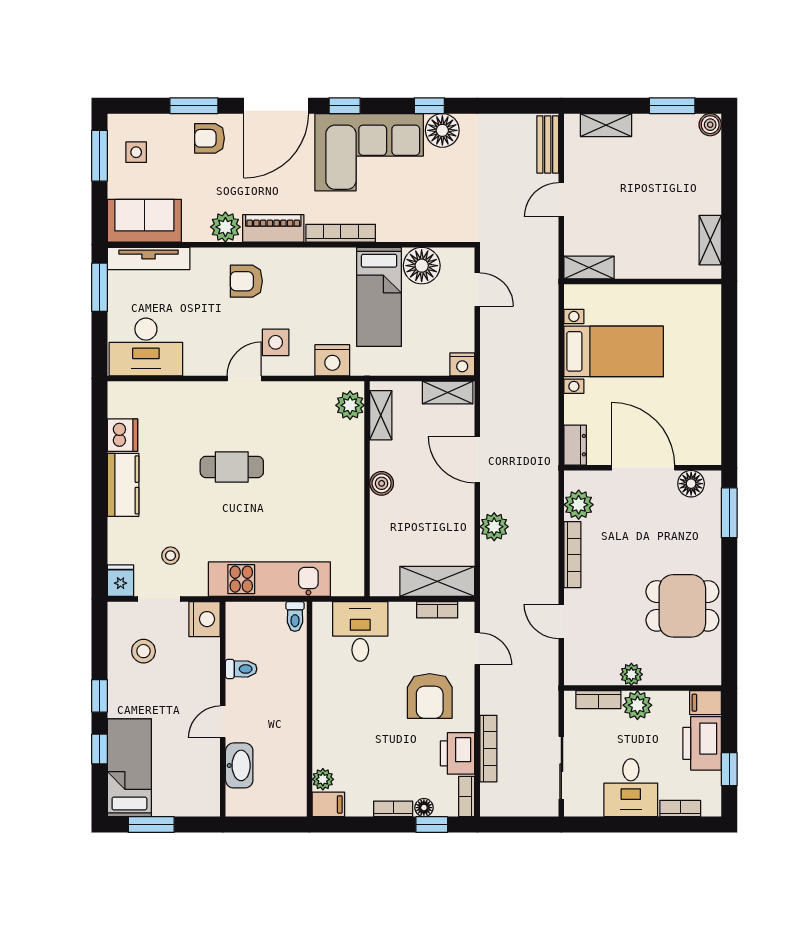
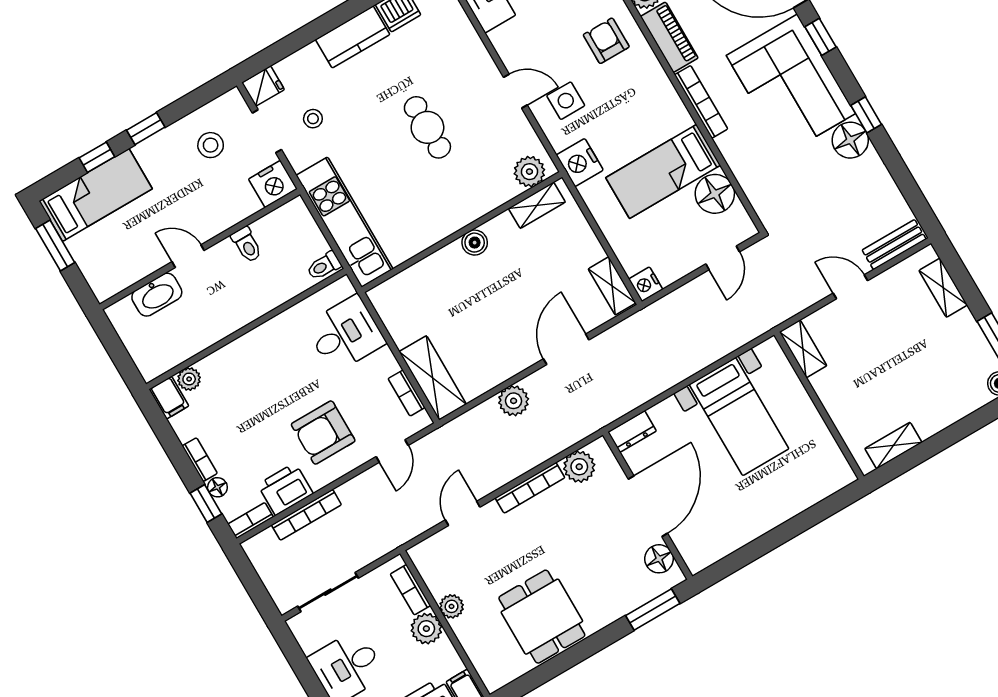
plant: (350, 405) -> (529, 172), moved
shelving: (381, 415) -> (537, 205), moved
boiler: (382, 483) -> (475, 243), moved
wall: (367, 489) -> (462, 232), moved

